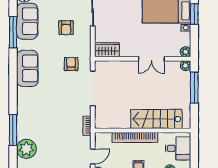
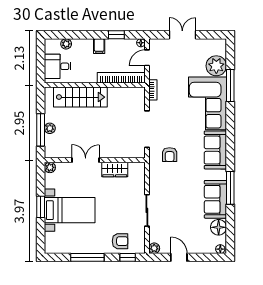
armchair: (66, 28) -> (175, 193), removed
wardrobe: (107, 50) -> (115, 169), moved
plant: (186, 66) -> (50, 128), moved
corner sofa: (35, 113) -> (208, 103), added
bookcase: (135, 137) -> (121, 78), moved

